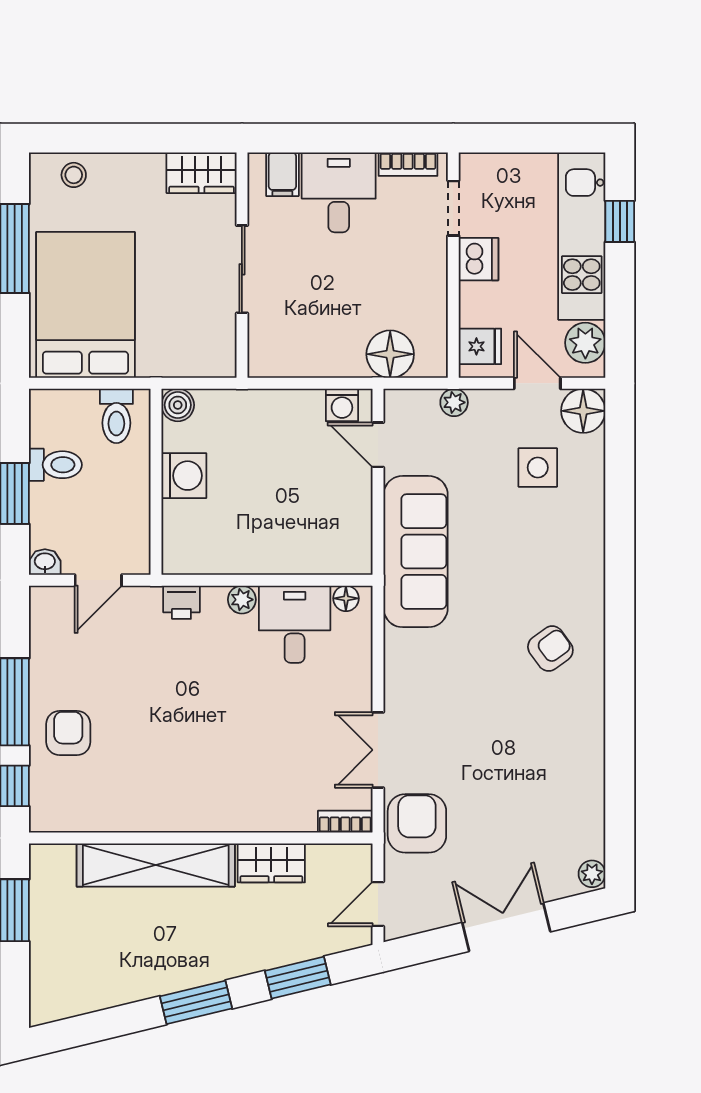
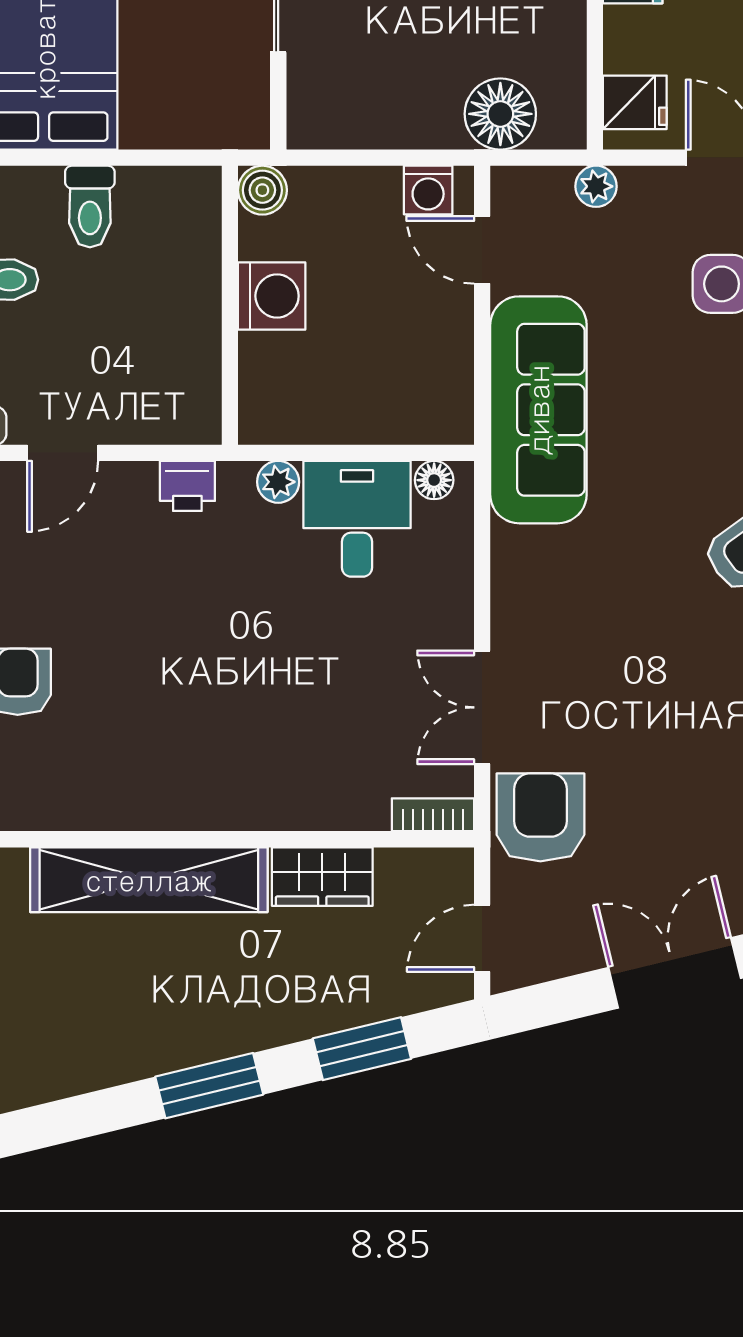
boiler: (178, 405) -> (262, 190), moved
washing machine: (184, 476) -> (272, 296), moved
wall: (156, 482) -> (230, 305), moved

